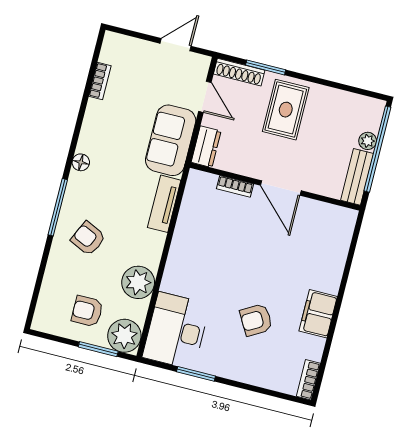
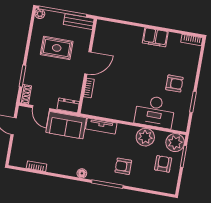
shoe rack: (239, 72) -> (25, 94), width x0.70
door: (205, 97) -> (41, 108), swing flipped
rug: (286, 110) -> (57, 48), moved
plant: (368, 141) -> (40, 14), moved
armchair: (88, 238) -> (123, 166), turned 65
armchair: (87, 311) -> (163, 164), turned 180
armchair: (256, 320) -> (174, 84), moved, turned -60
desk: (176, 331) -> (155, 112), moved

